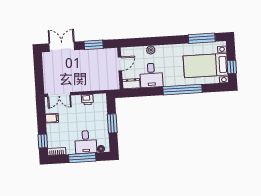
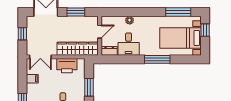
window: (232, 67) -> (205, 30), moved
window: (39, 71) -> (22, 34), added
wardrobe: (98, 84) -> (78, 49), added
window: (183, 90) -> (157, 59), width x0.68
printer: (87, 100) -> (67, 66), width x1.87, depth x1.48

